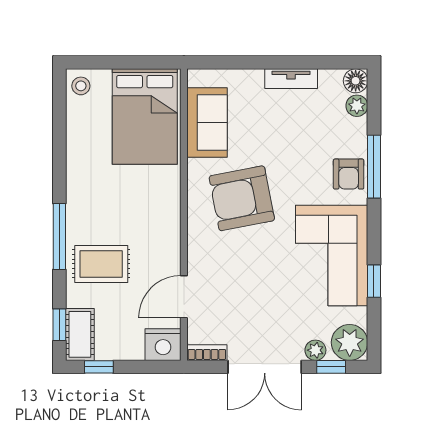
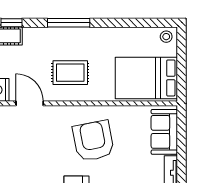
sofa: (207, 122) -> (164, 132), moved, turned 90
rug: (101, 264) -> (70, 73), moved, turned 90

